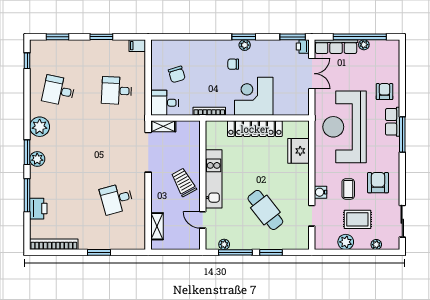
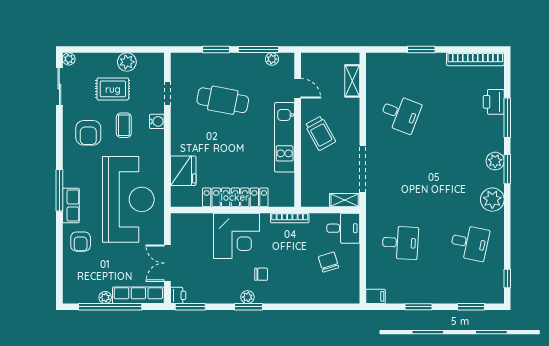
desk: (117, 199) -> (400, 114), turned 36
cafe table: (265, 210) -> (223, 100), turned -41
plant: (376, 245) -> (69, 59), moved

